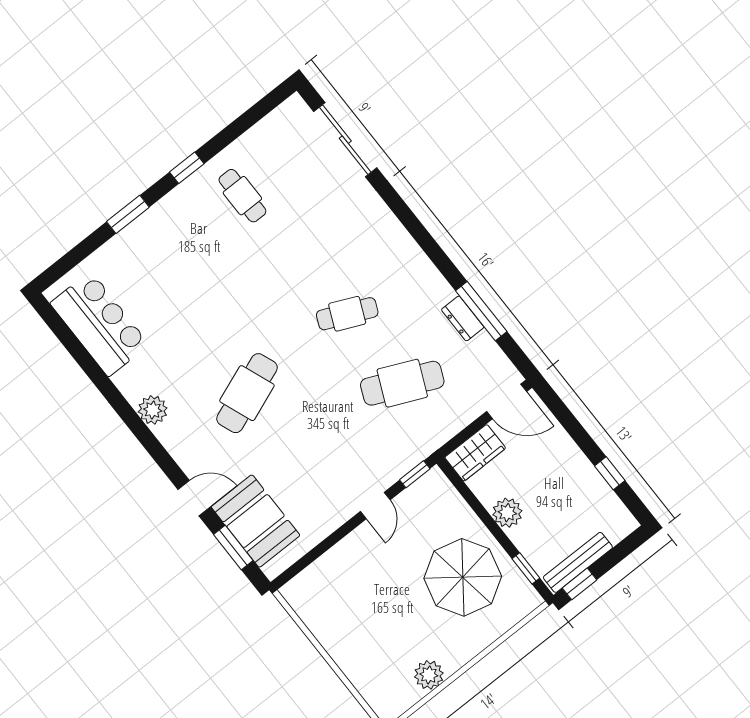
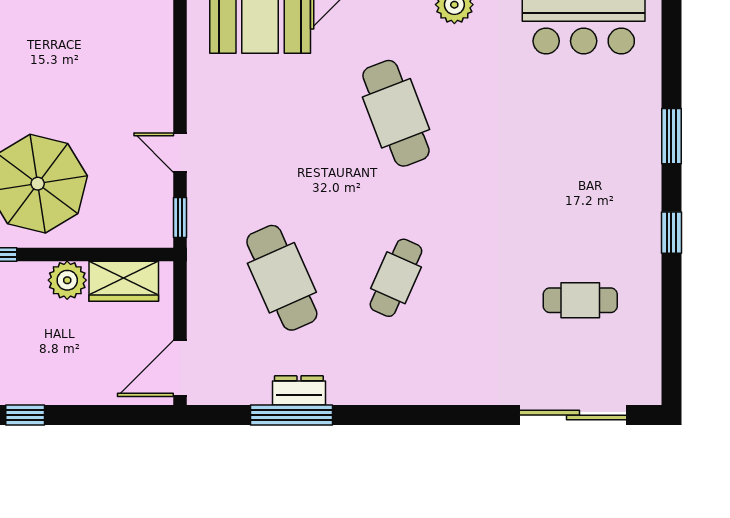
cafe table: (242, 196) -> (580, 300), moved
cafe table: (402, 383) -> (282, 278), turned -48
wardrobe: (475, 453) -> (124, 281), moved, turned -90

